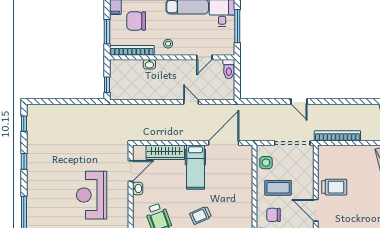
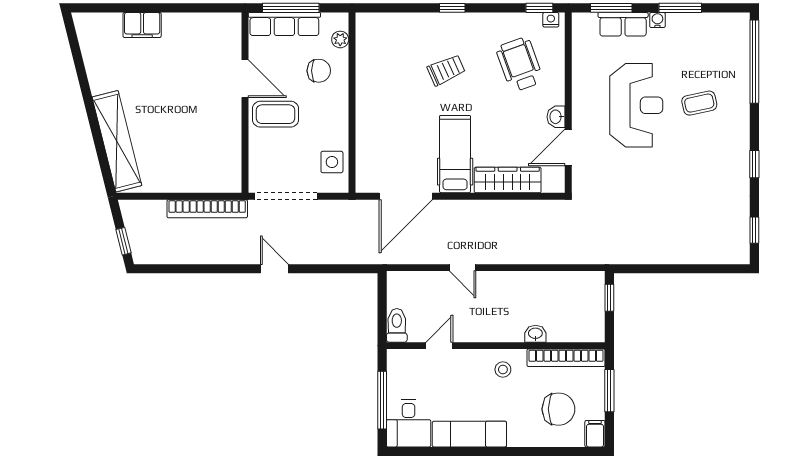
trolley: (334, 187) -> (213, 119), removed
coffee table: (278, 188) -> (276, 114), moved
coffee table: (56, 196) -> (699, 103), added

